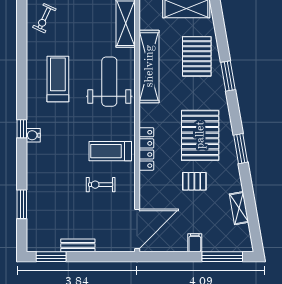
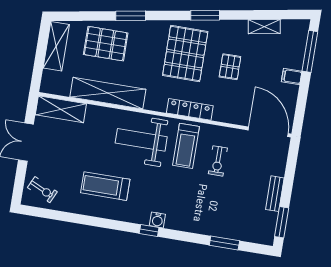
weight bench: (109, 82) -> (141, 140), moved
pallet: (200, 135) -> (185, 53), turned 90

